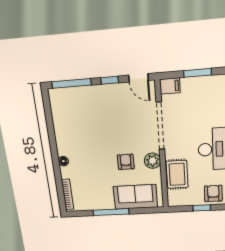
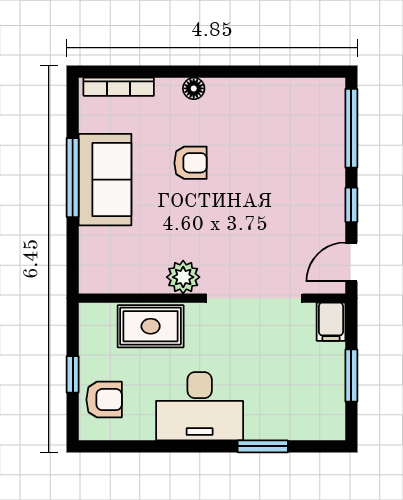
armchair: (126, 162) -> (190, 163), moved
sofa: (135, 197) -> (105, 180), moved

